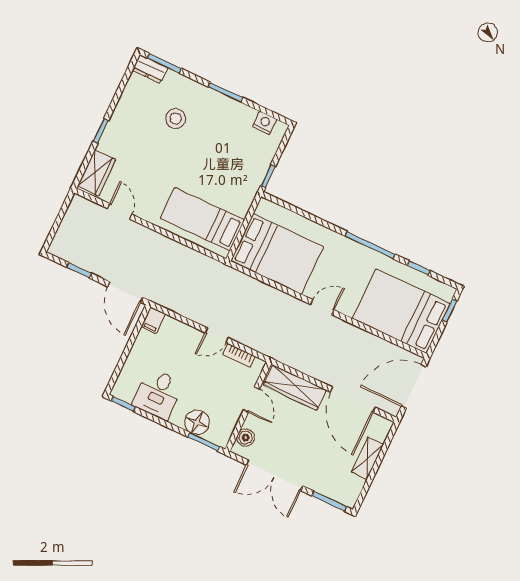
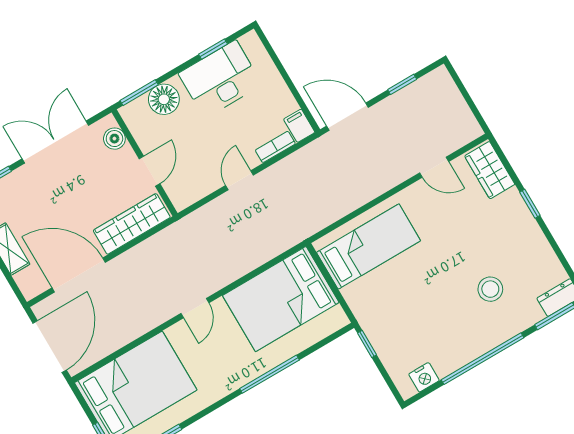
window: (226, 92) -> (483, 359), width x2.11
window: (370, 245) -> (269, 374), moved
bookcase: (239, 355) -> (275, 147), moved
desk: (158, 394) -> (220, 79), width x1.37
door: (251, 399) -> (150, 171), swing flipped
window: (123, 404) -> (213, 49), moved

